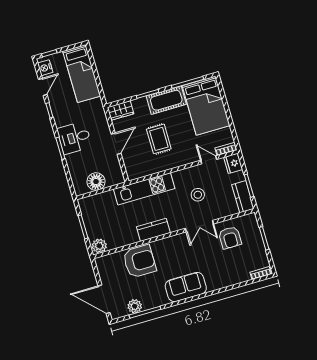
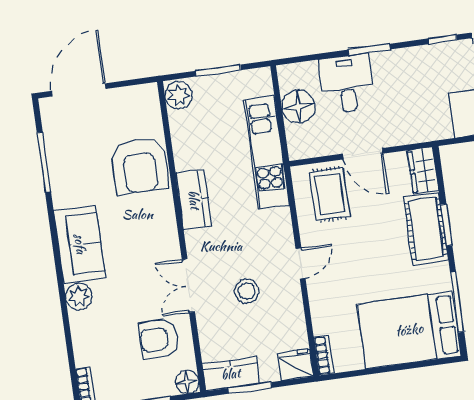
cot: (166, 100) -> (426, 229), moved
desk: (74, 138) -> (347, 84), moved
rug: (159, 139) -> (330, 194), moved, turned 90
door: (209, 160) -> (301, 263), moved
kitchen unit: (144, 189) -> (267, 153), moved
floor lamp: (251, 219) -> (187, 382), added
plant: (135, 306) -> (79, 297), moved

